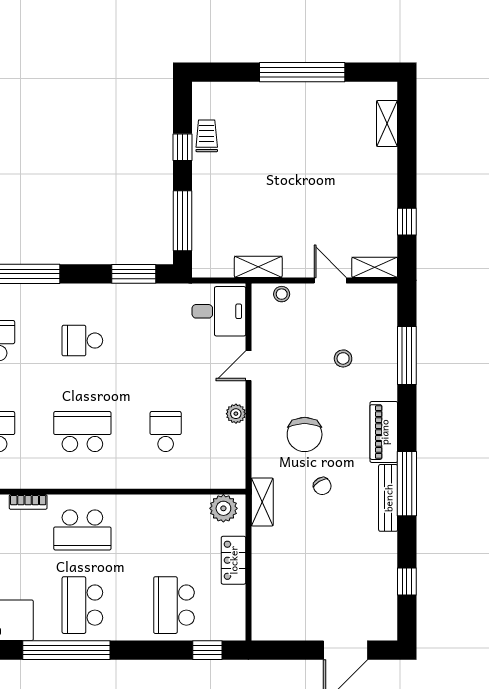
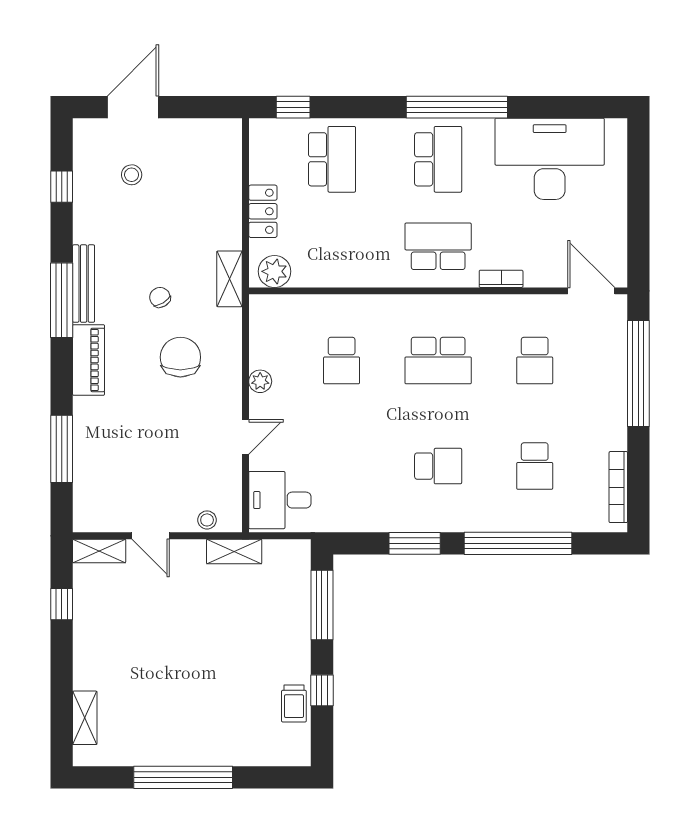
window: (134, 274) -> (415, 543), moved
stool: (343, 358) -> (132, 175), moved

